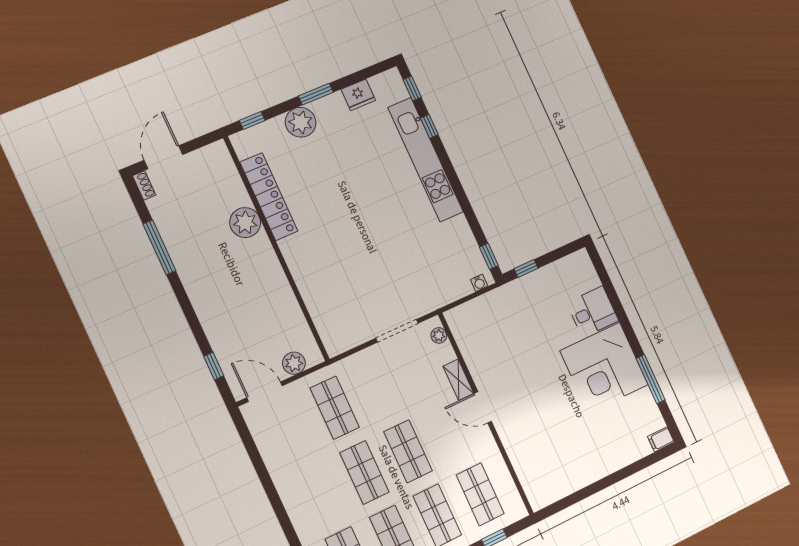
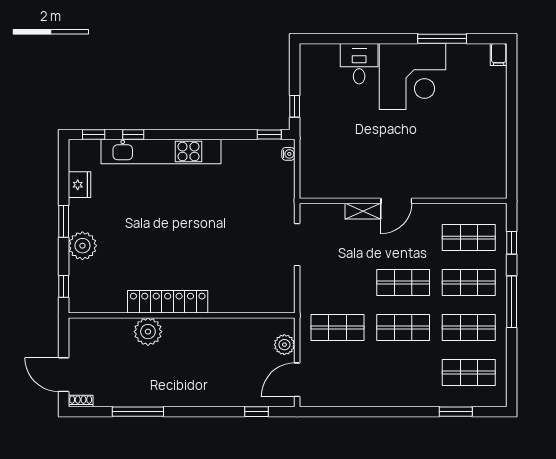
locker: (269, 197) -> (168, 302), moved
plant: (439, 335) -> (317, 210), removed

